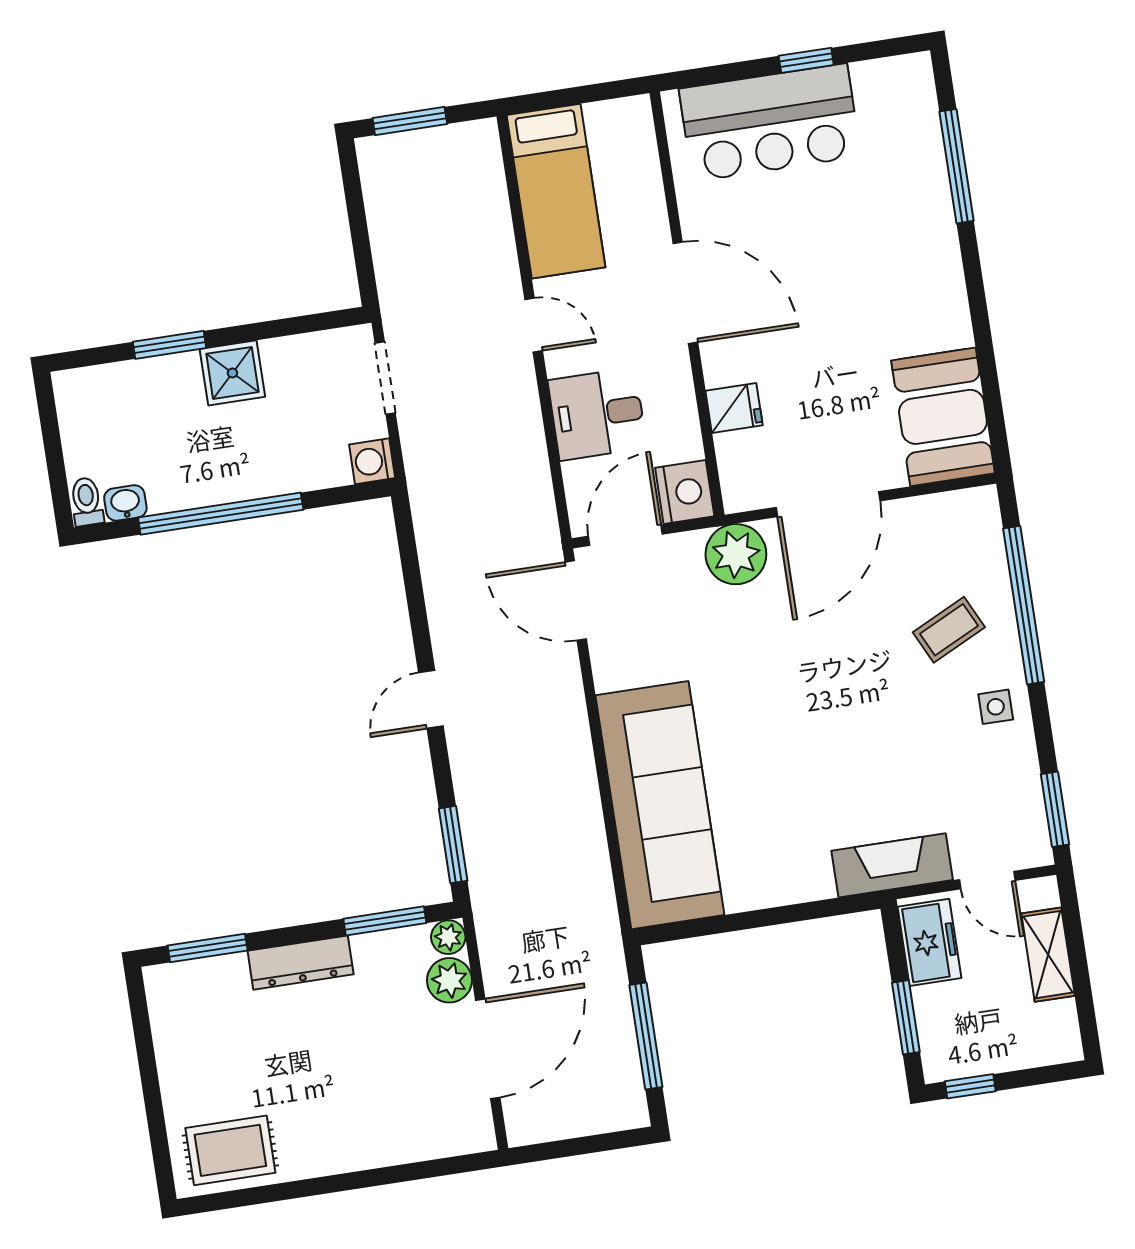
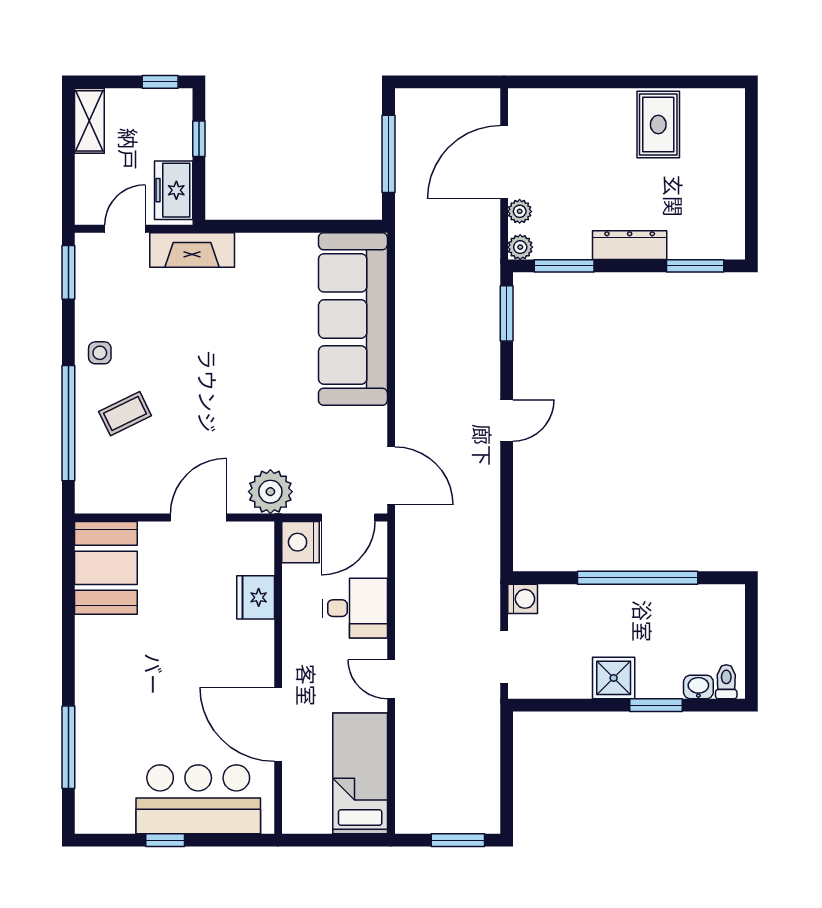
door: (685, 293) -> (278, 724), moved
fridge: (734, 408) -> (256, 597), width x1.38
toilet: (87, 502) -> (726, 682), moved, turned 180
washbasin: (125, 503) -> (698, 687), moved, turned 180
door: (828, 504) -> (198, 518), width x0.73
door: (987, 880) -> (125, 229), hinge flipped
shelving: (1048, 955) -> (89, 121), moved
plant: (449, 980) -> (520, 211), width x0.73, depth x0.73
window: (906, 1017) -> (199, 139), width x0.67
rug: (230, 1150) -> (658, 125), moved, turned 90

